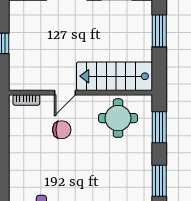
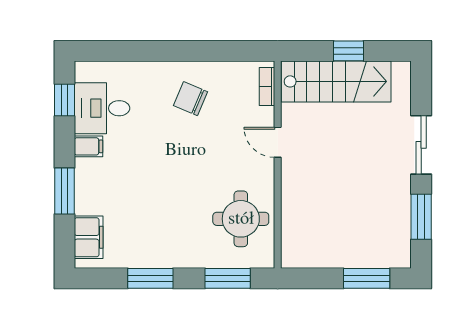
stairs: (115, 76) -> (336, 81), moved, turned 90
chair: (62, 130) -> (190, 99), moved, turned 113

